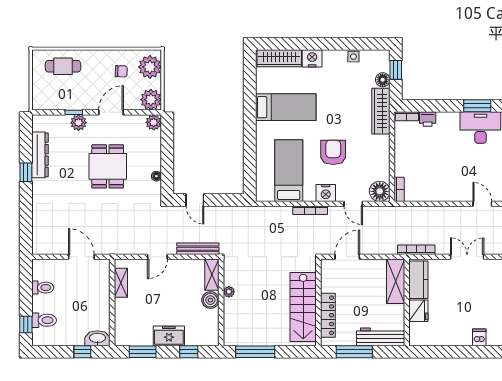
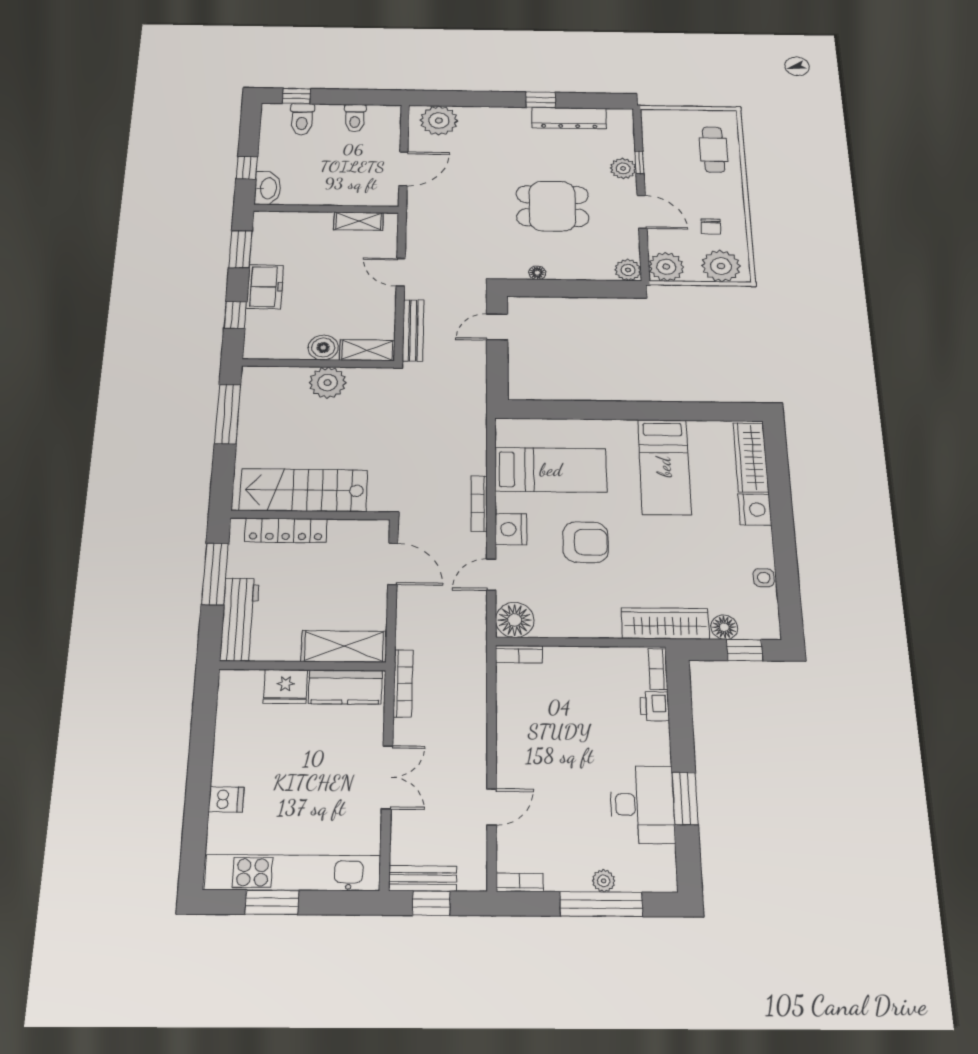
plant: (44, 236) -> (439, 120), added
plant: (229, 292) -> (328, 383), width x1.87, depth x1.87

